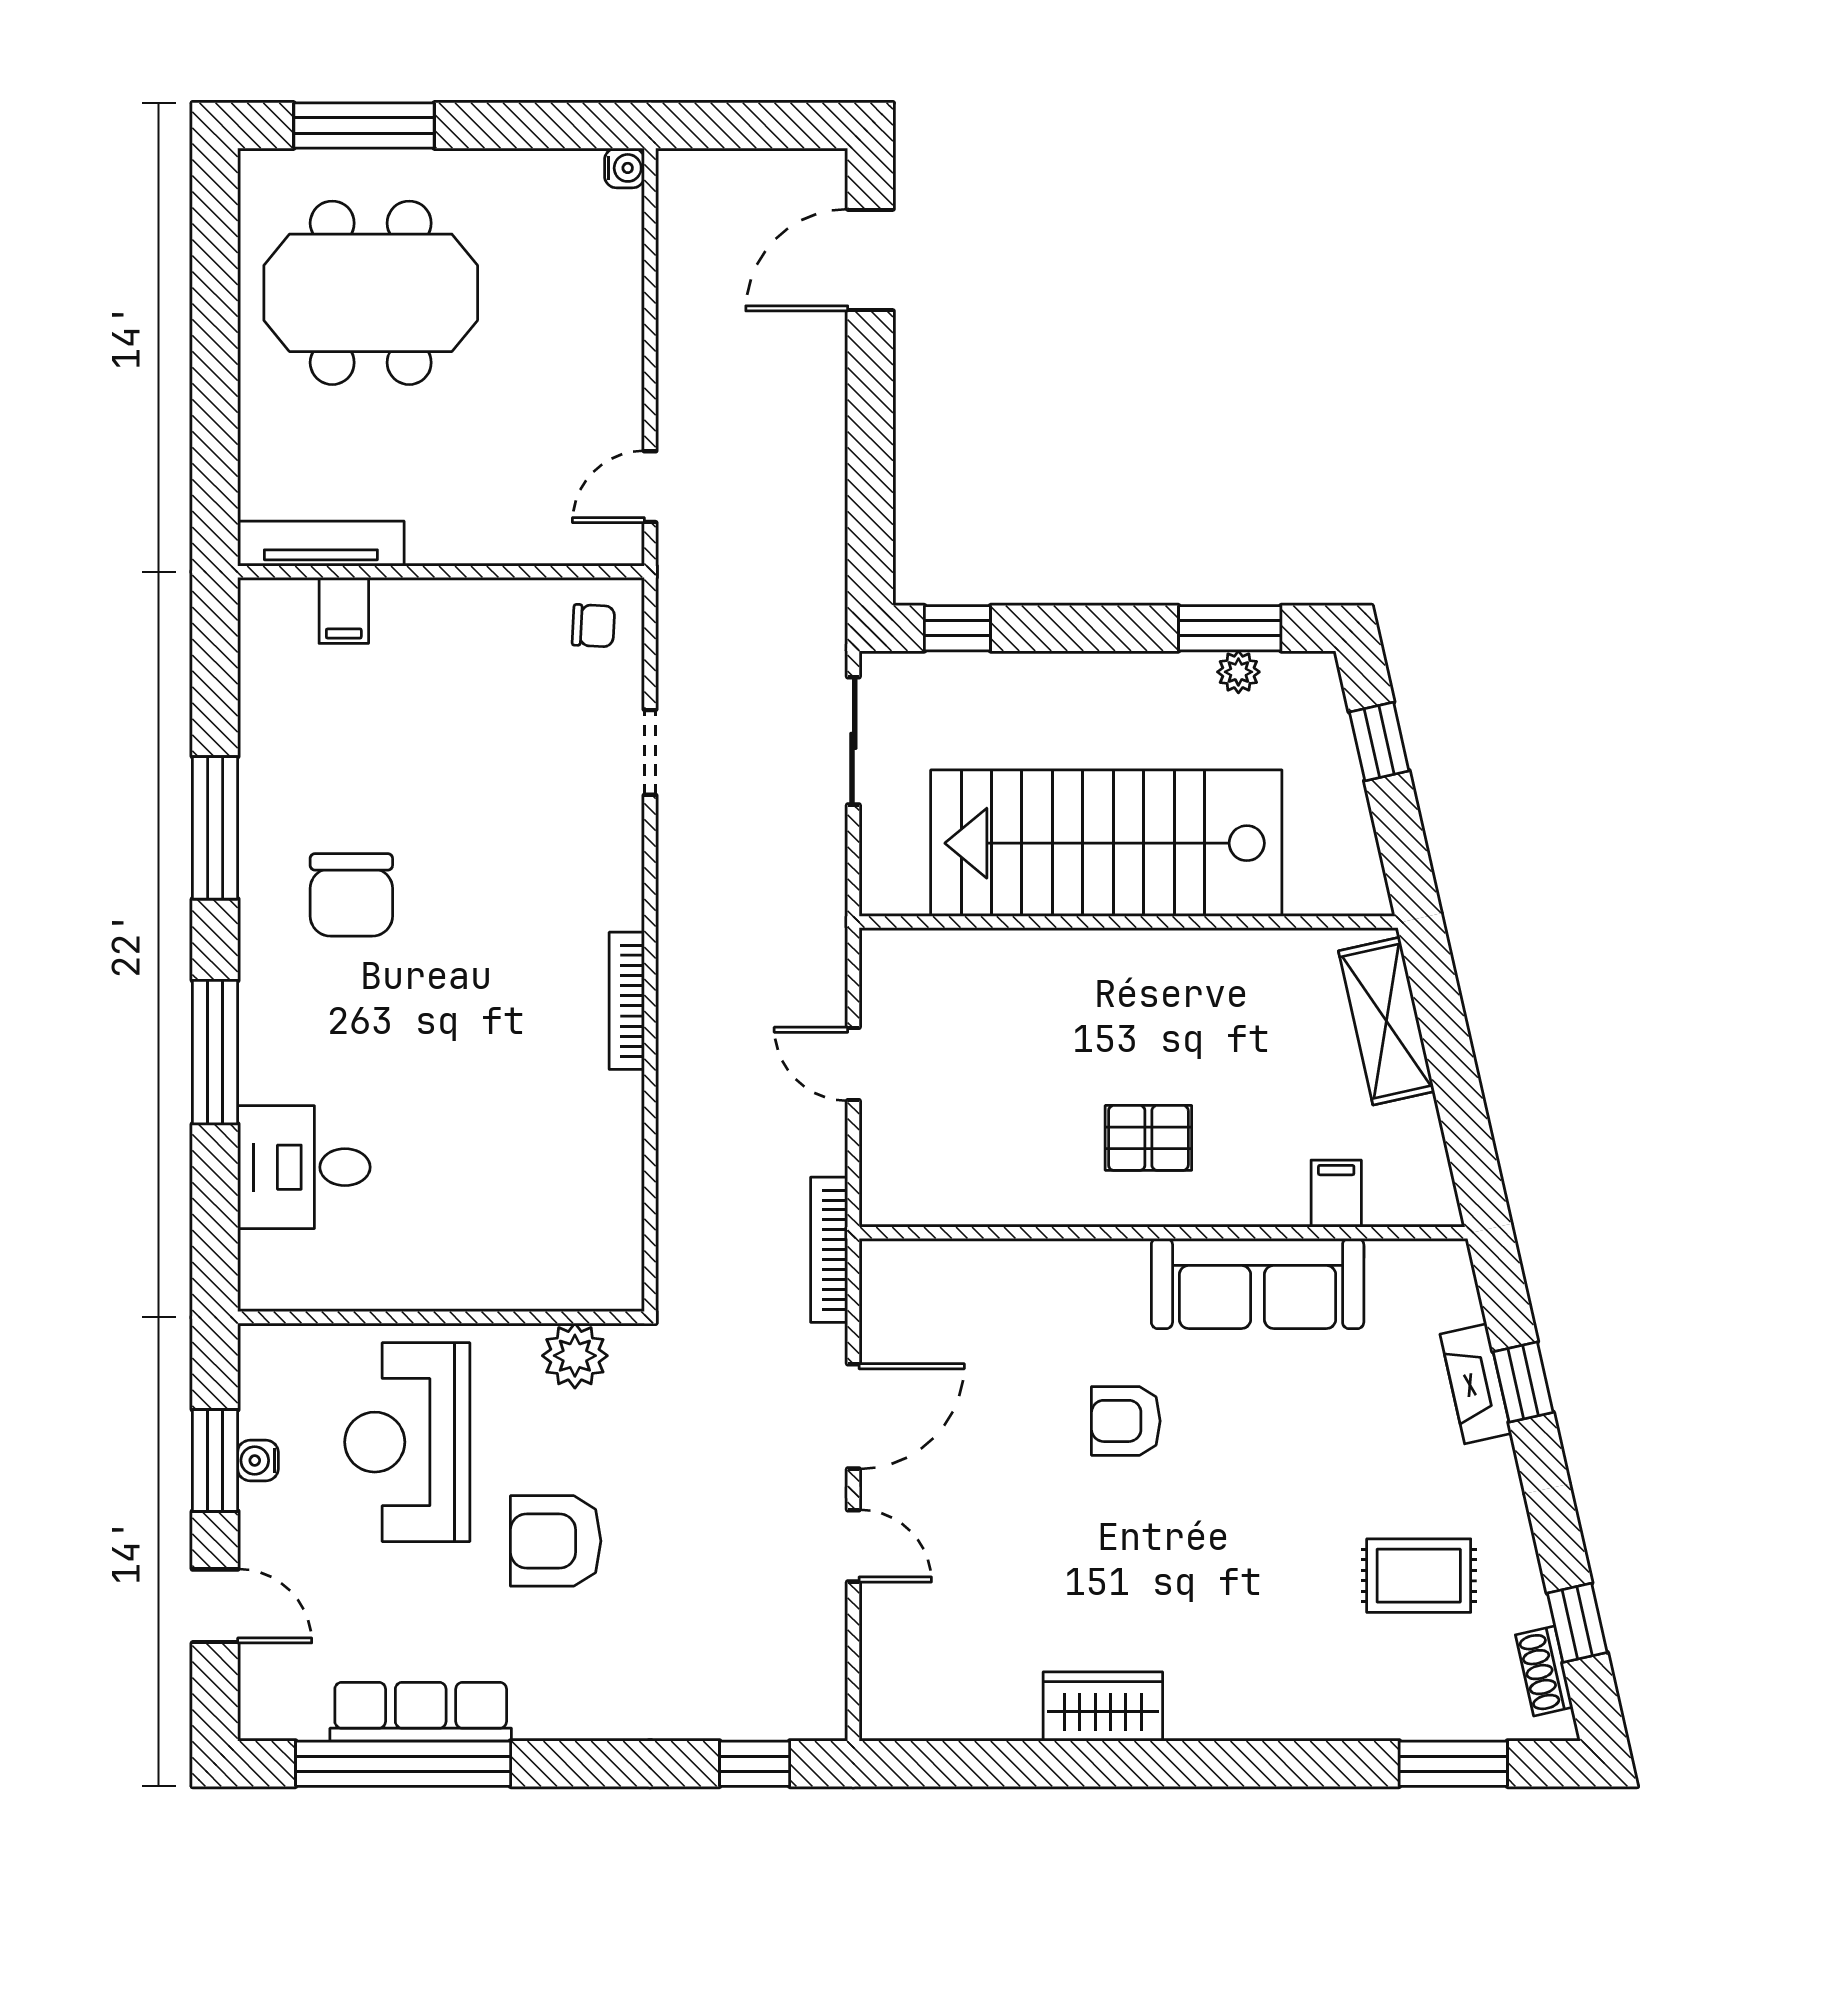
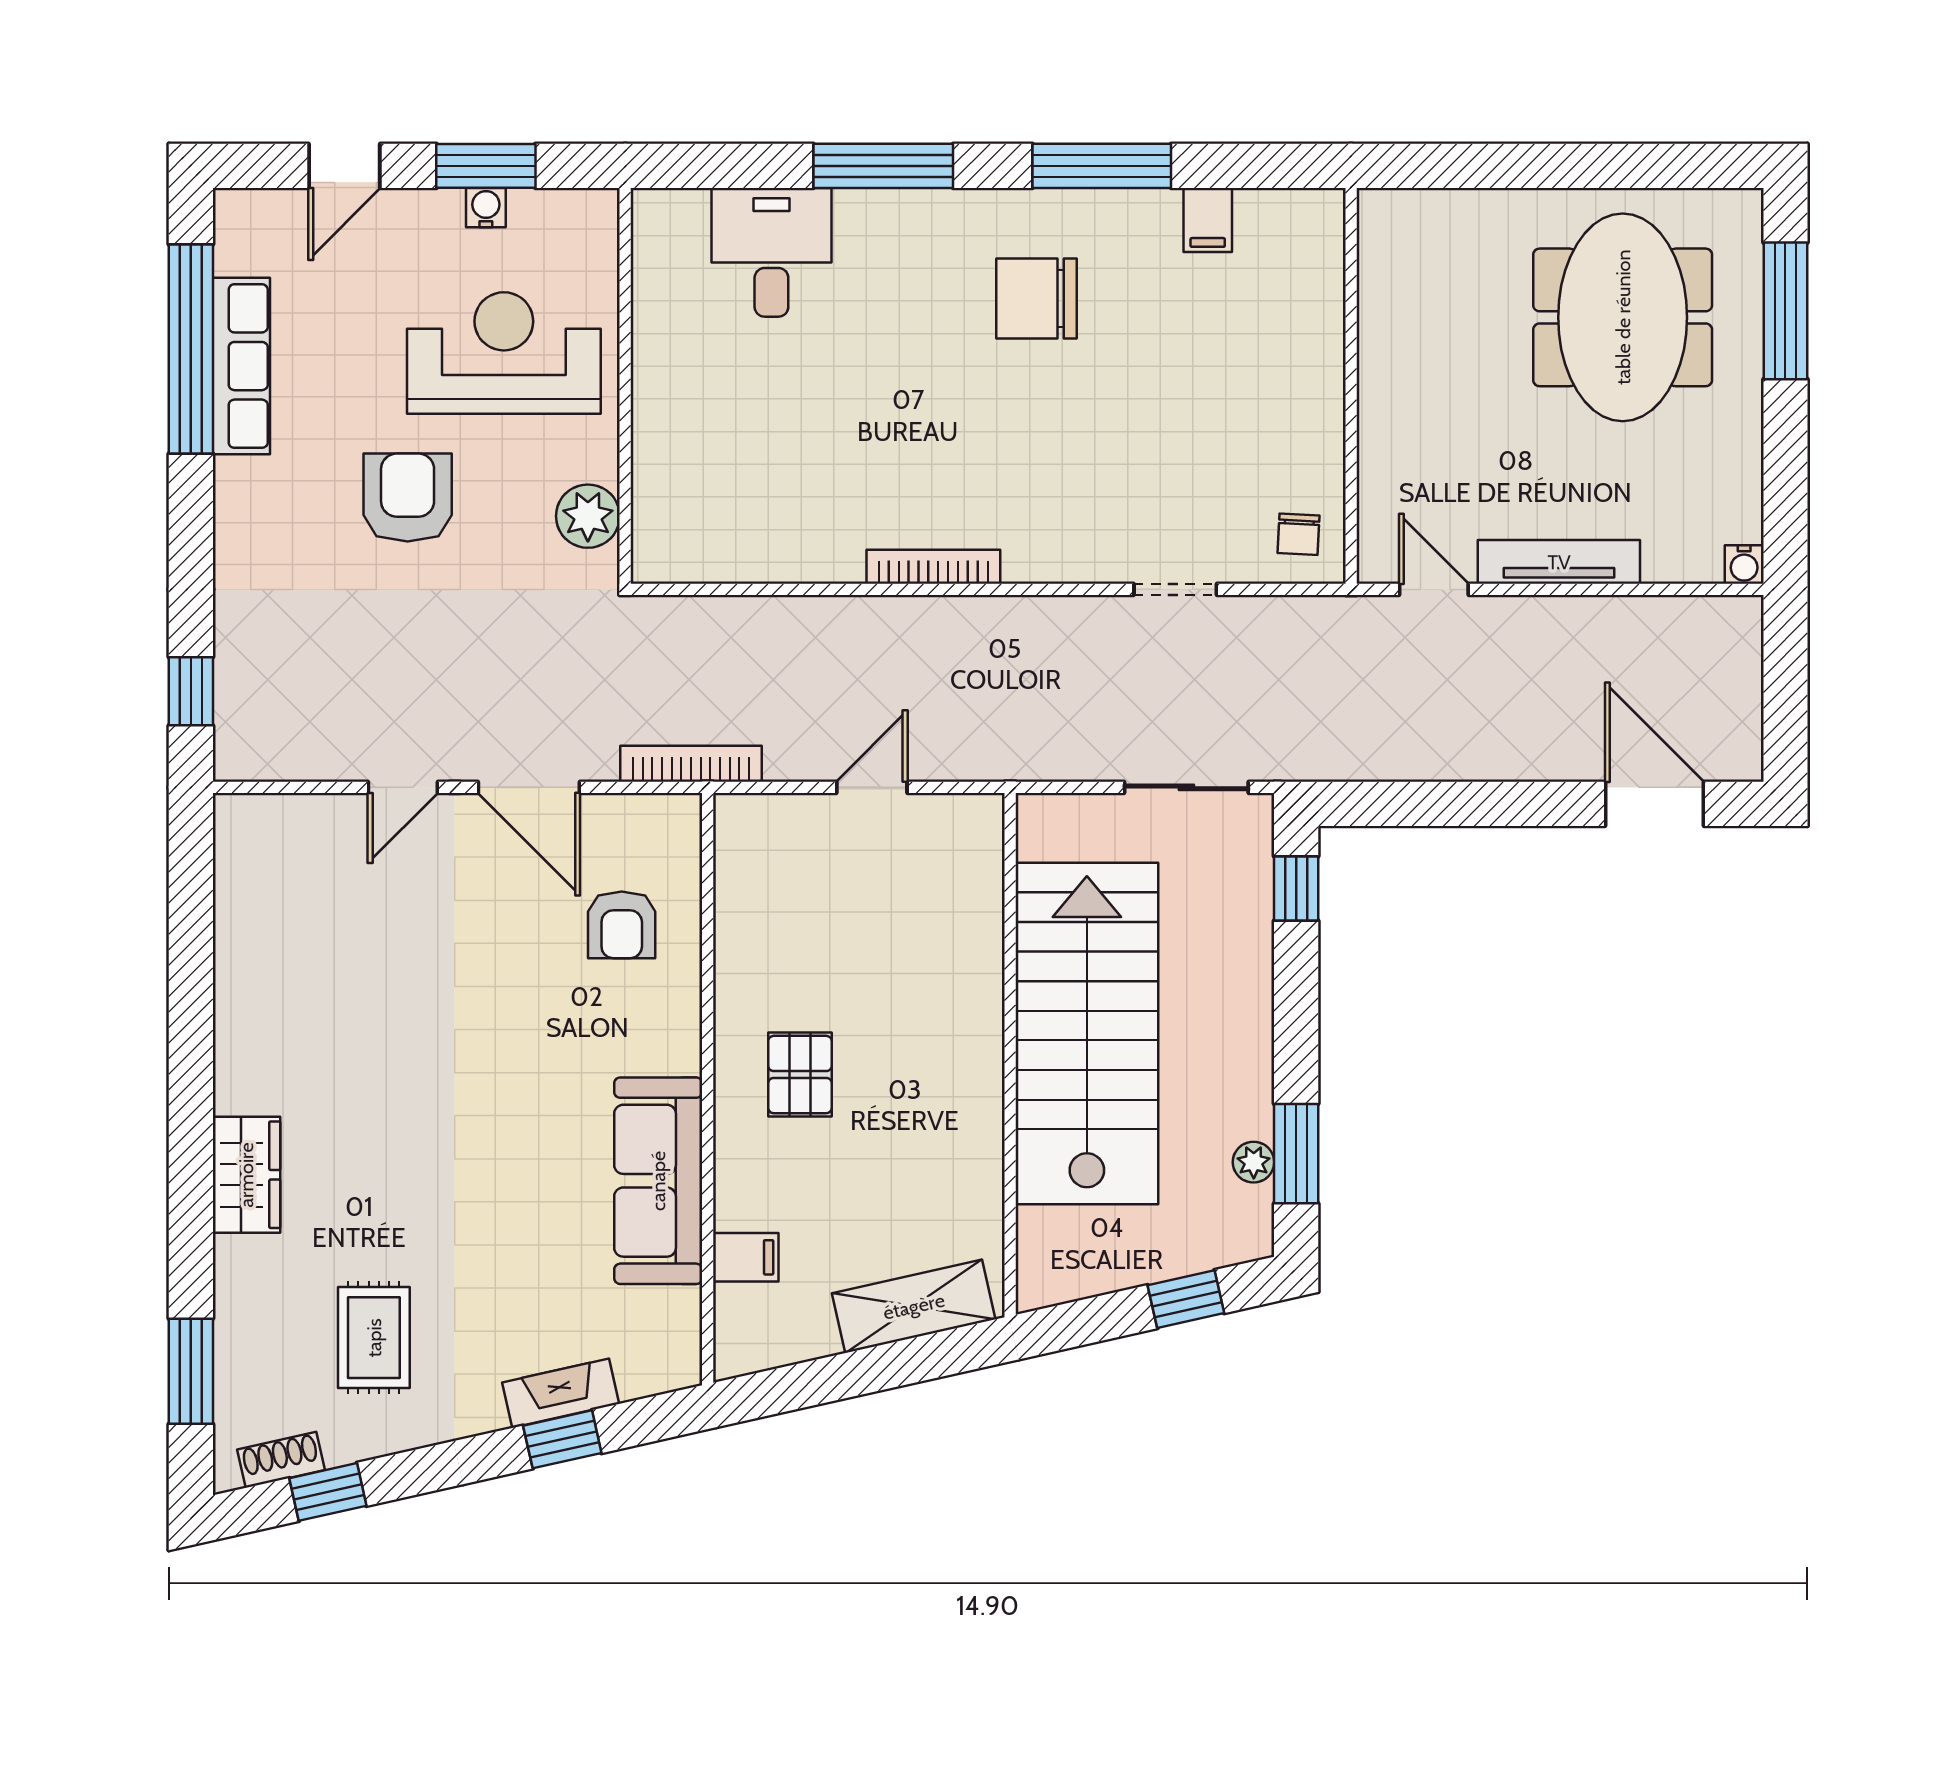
tv unit: (321, 544) -> (1559, 562), moved, turned -90
filing cabinet: (344, 610) -> (1208, 220), moved, turned -90
armchair: (1126, 1421) -> (622, 925), moved, turned 180
wardrobe: (1103, 1706) -> (246, 1175), moved

